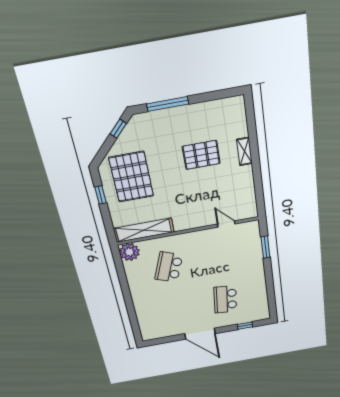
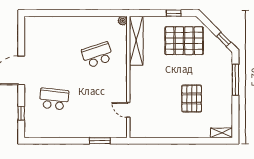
shelving: (244, 151) -> (221, 133), moved
door: (226, 224) -> (128, 110), swing flipped
plant: (129, 252) -> (123, 21), width x0.53, depth x0.53
school desk: (169, 267) -> (97, 55), turned -39

